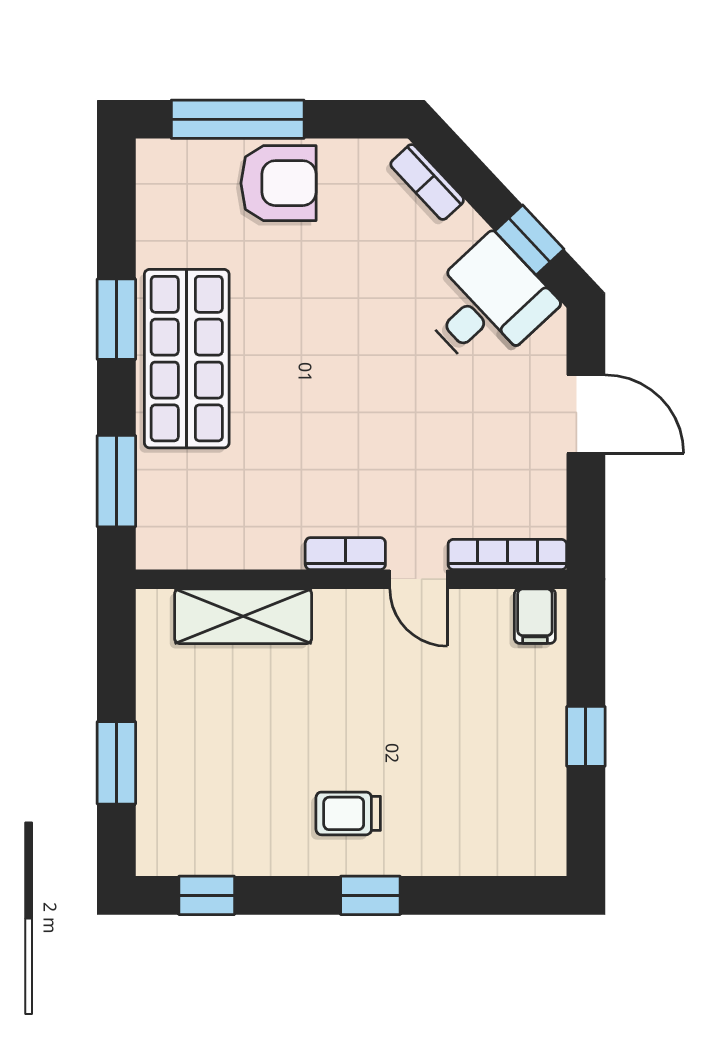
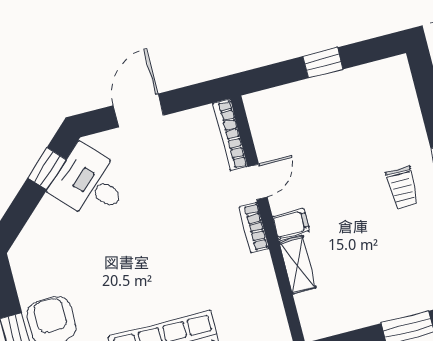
bookcase: (427, 182) -> (29, 236), removed
shelving: (243, 616) -> (298, 265), width x0.67, depth x0.75
filing cabinet: (535, 616) -> (291, 224), moved

